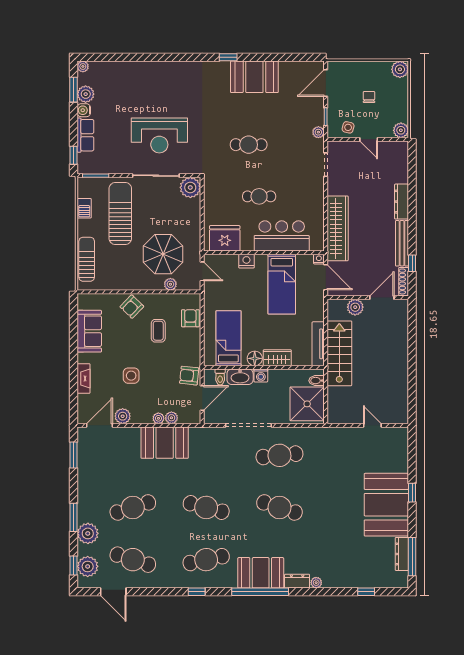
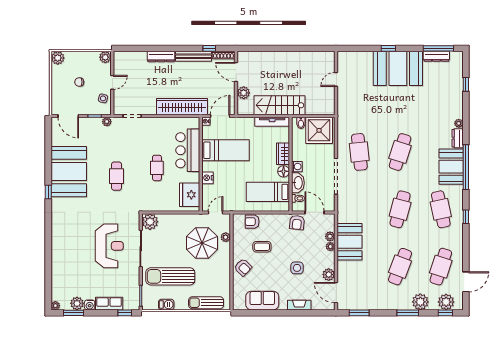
booth: (254, 77) -> (69, 172), width x1.36, depth x1.42
cafe table: (133, 507) -> (400, 267), turned 39

